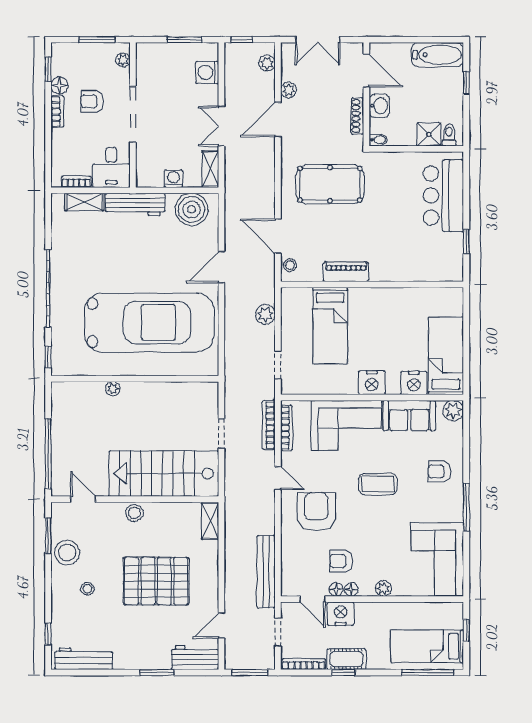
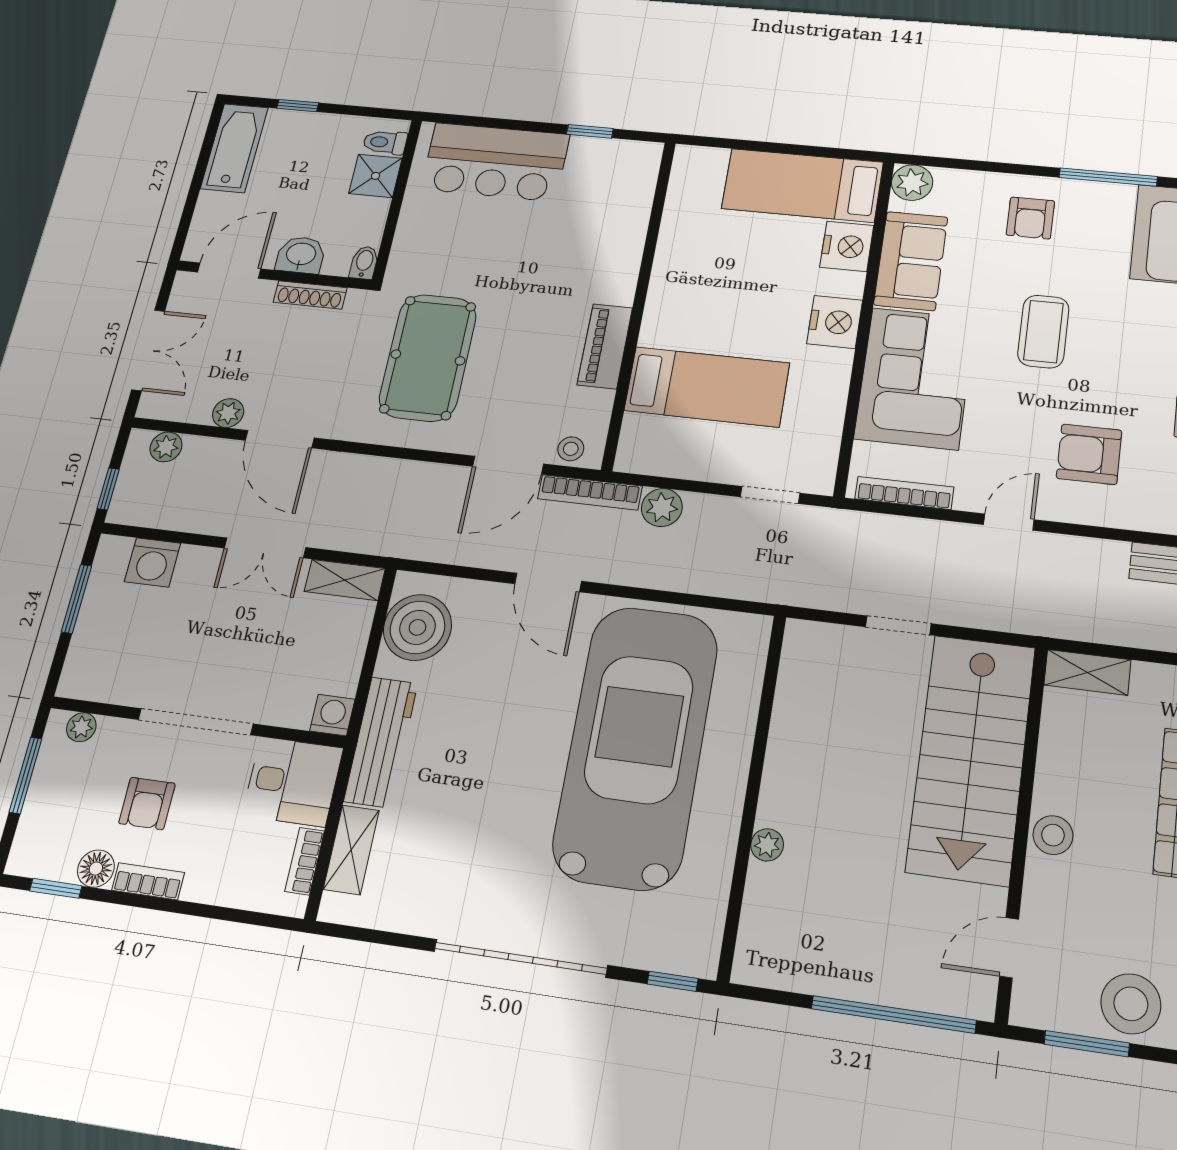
washing machine: (173, 179) -> (332, 715), moved, turned 90
bookcase: (269, 425) -> (590, 492), moved
armchair: (316, 512) -> (1089, 454), width x0.73, depth x0.73

